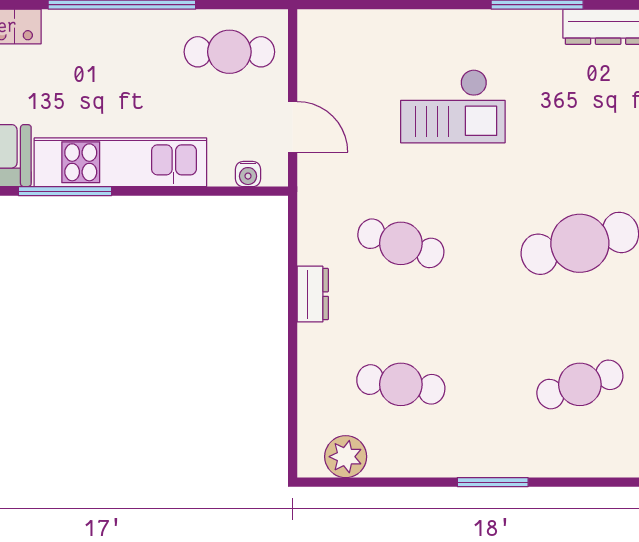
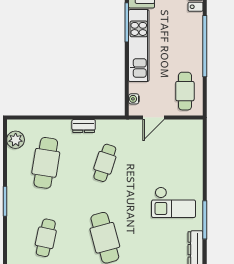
checkout: (453, 106) -> (174, 202), moved, turned -90
cafe table: (401, 384) -> (46, 163), width x1.37, depth x1.35
cafe table: (580, 384) -> (46, 238), turned 30

